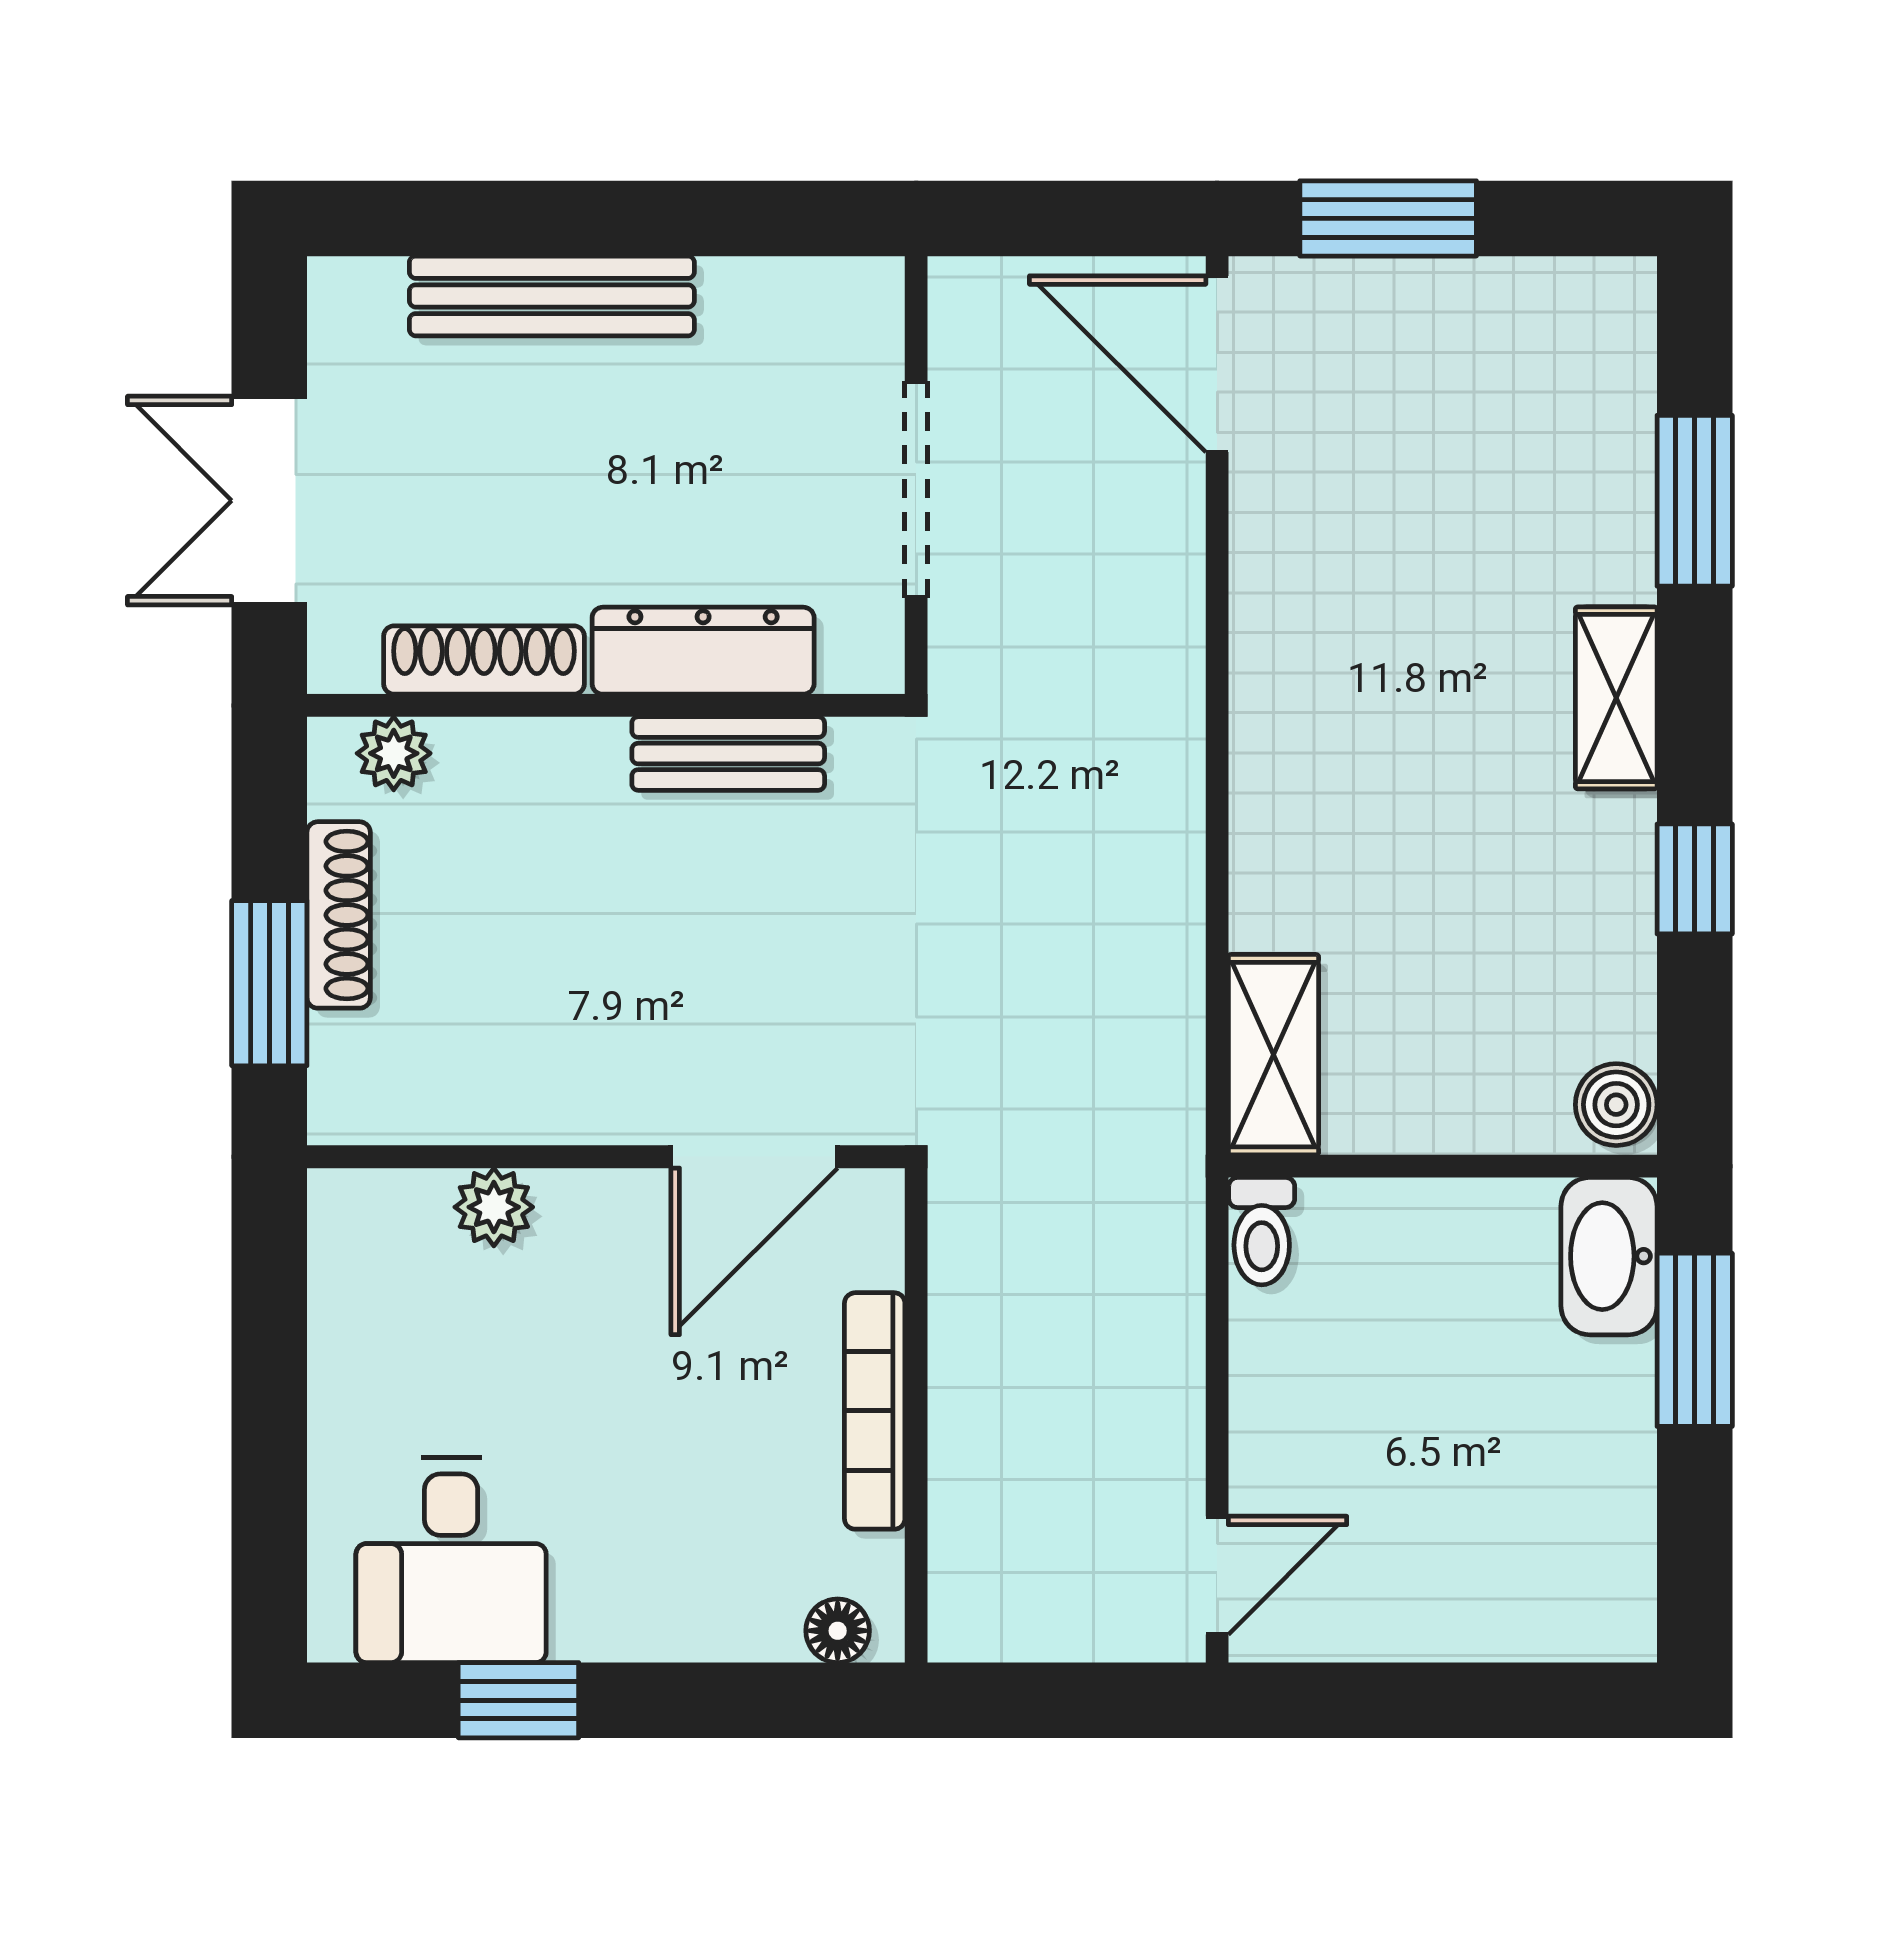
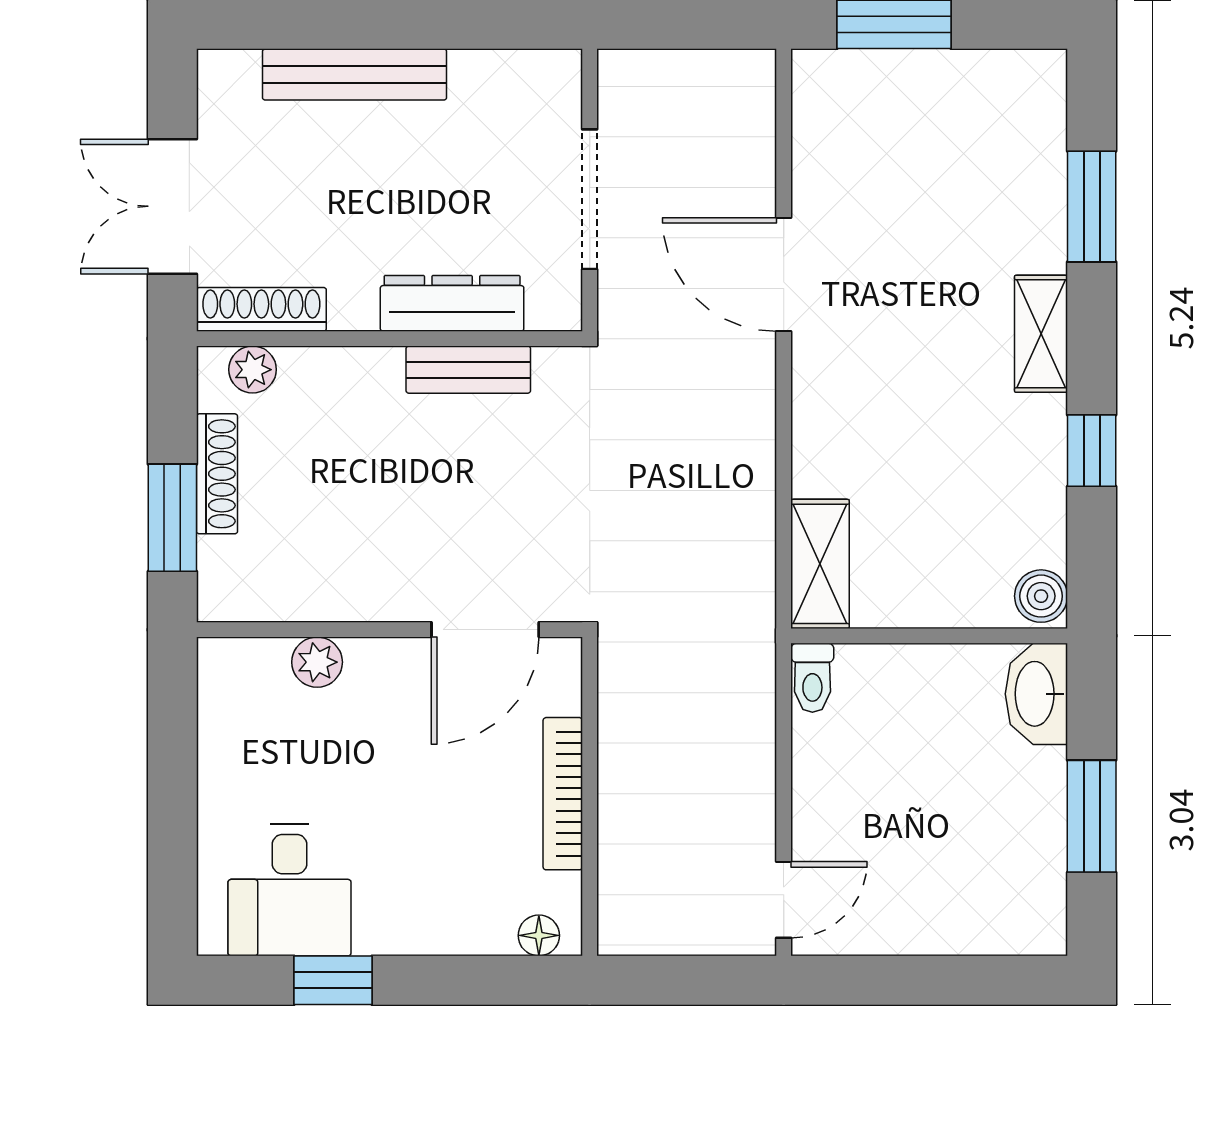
door: (1217, 364) -> (784, 275), moved
shoe rack: (484, 660) -> (261, 309), moved
window: (1695, 1340) -> (1092, 816), moved

